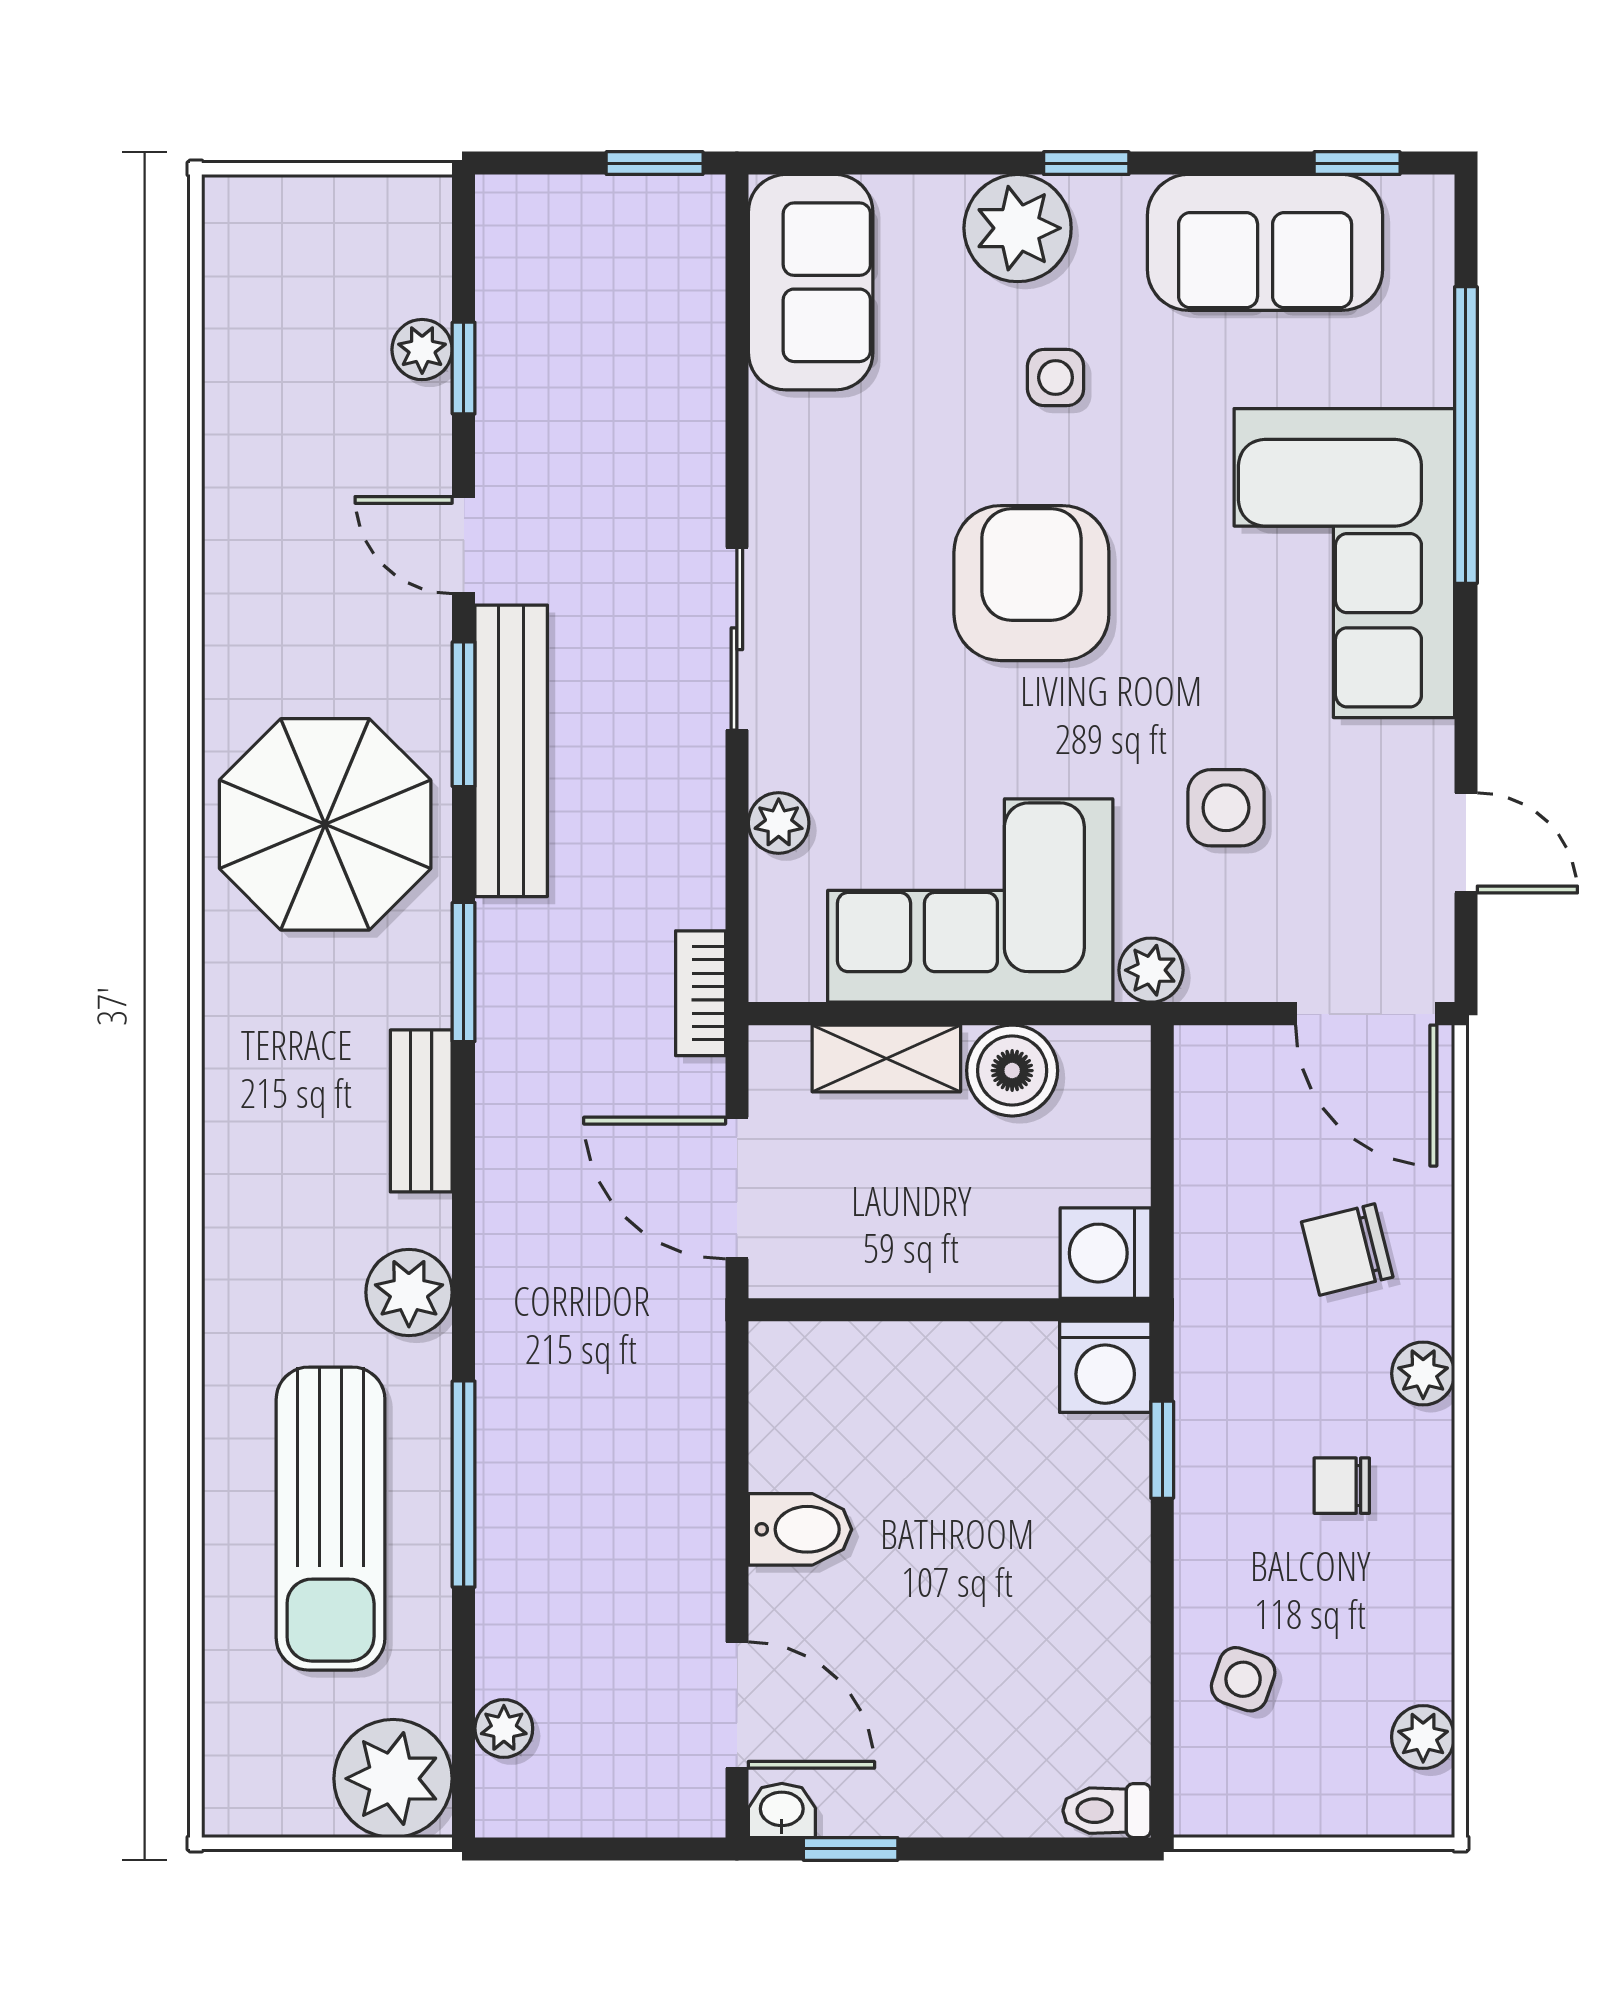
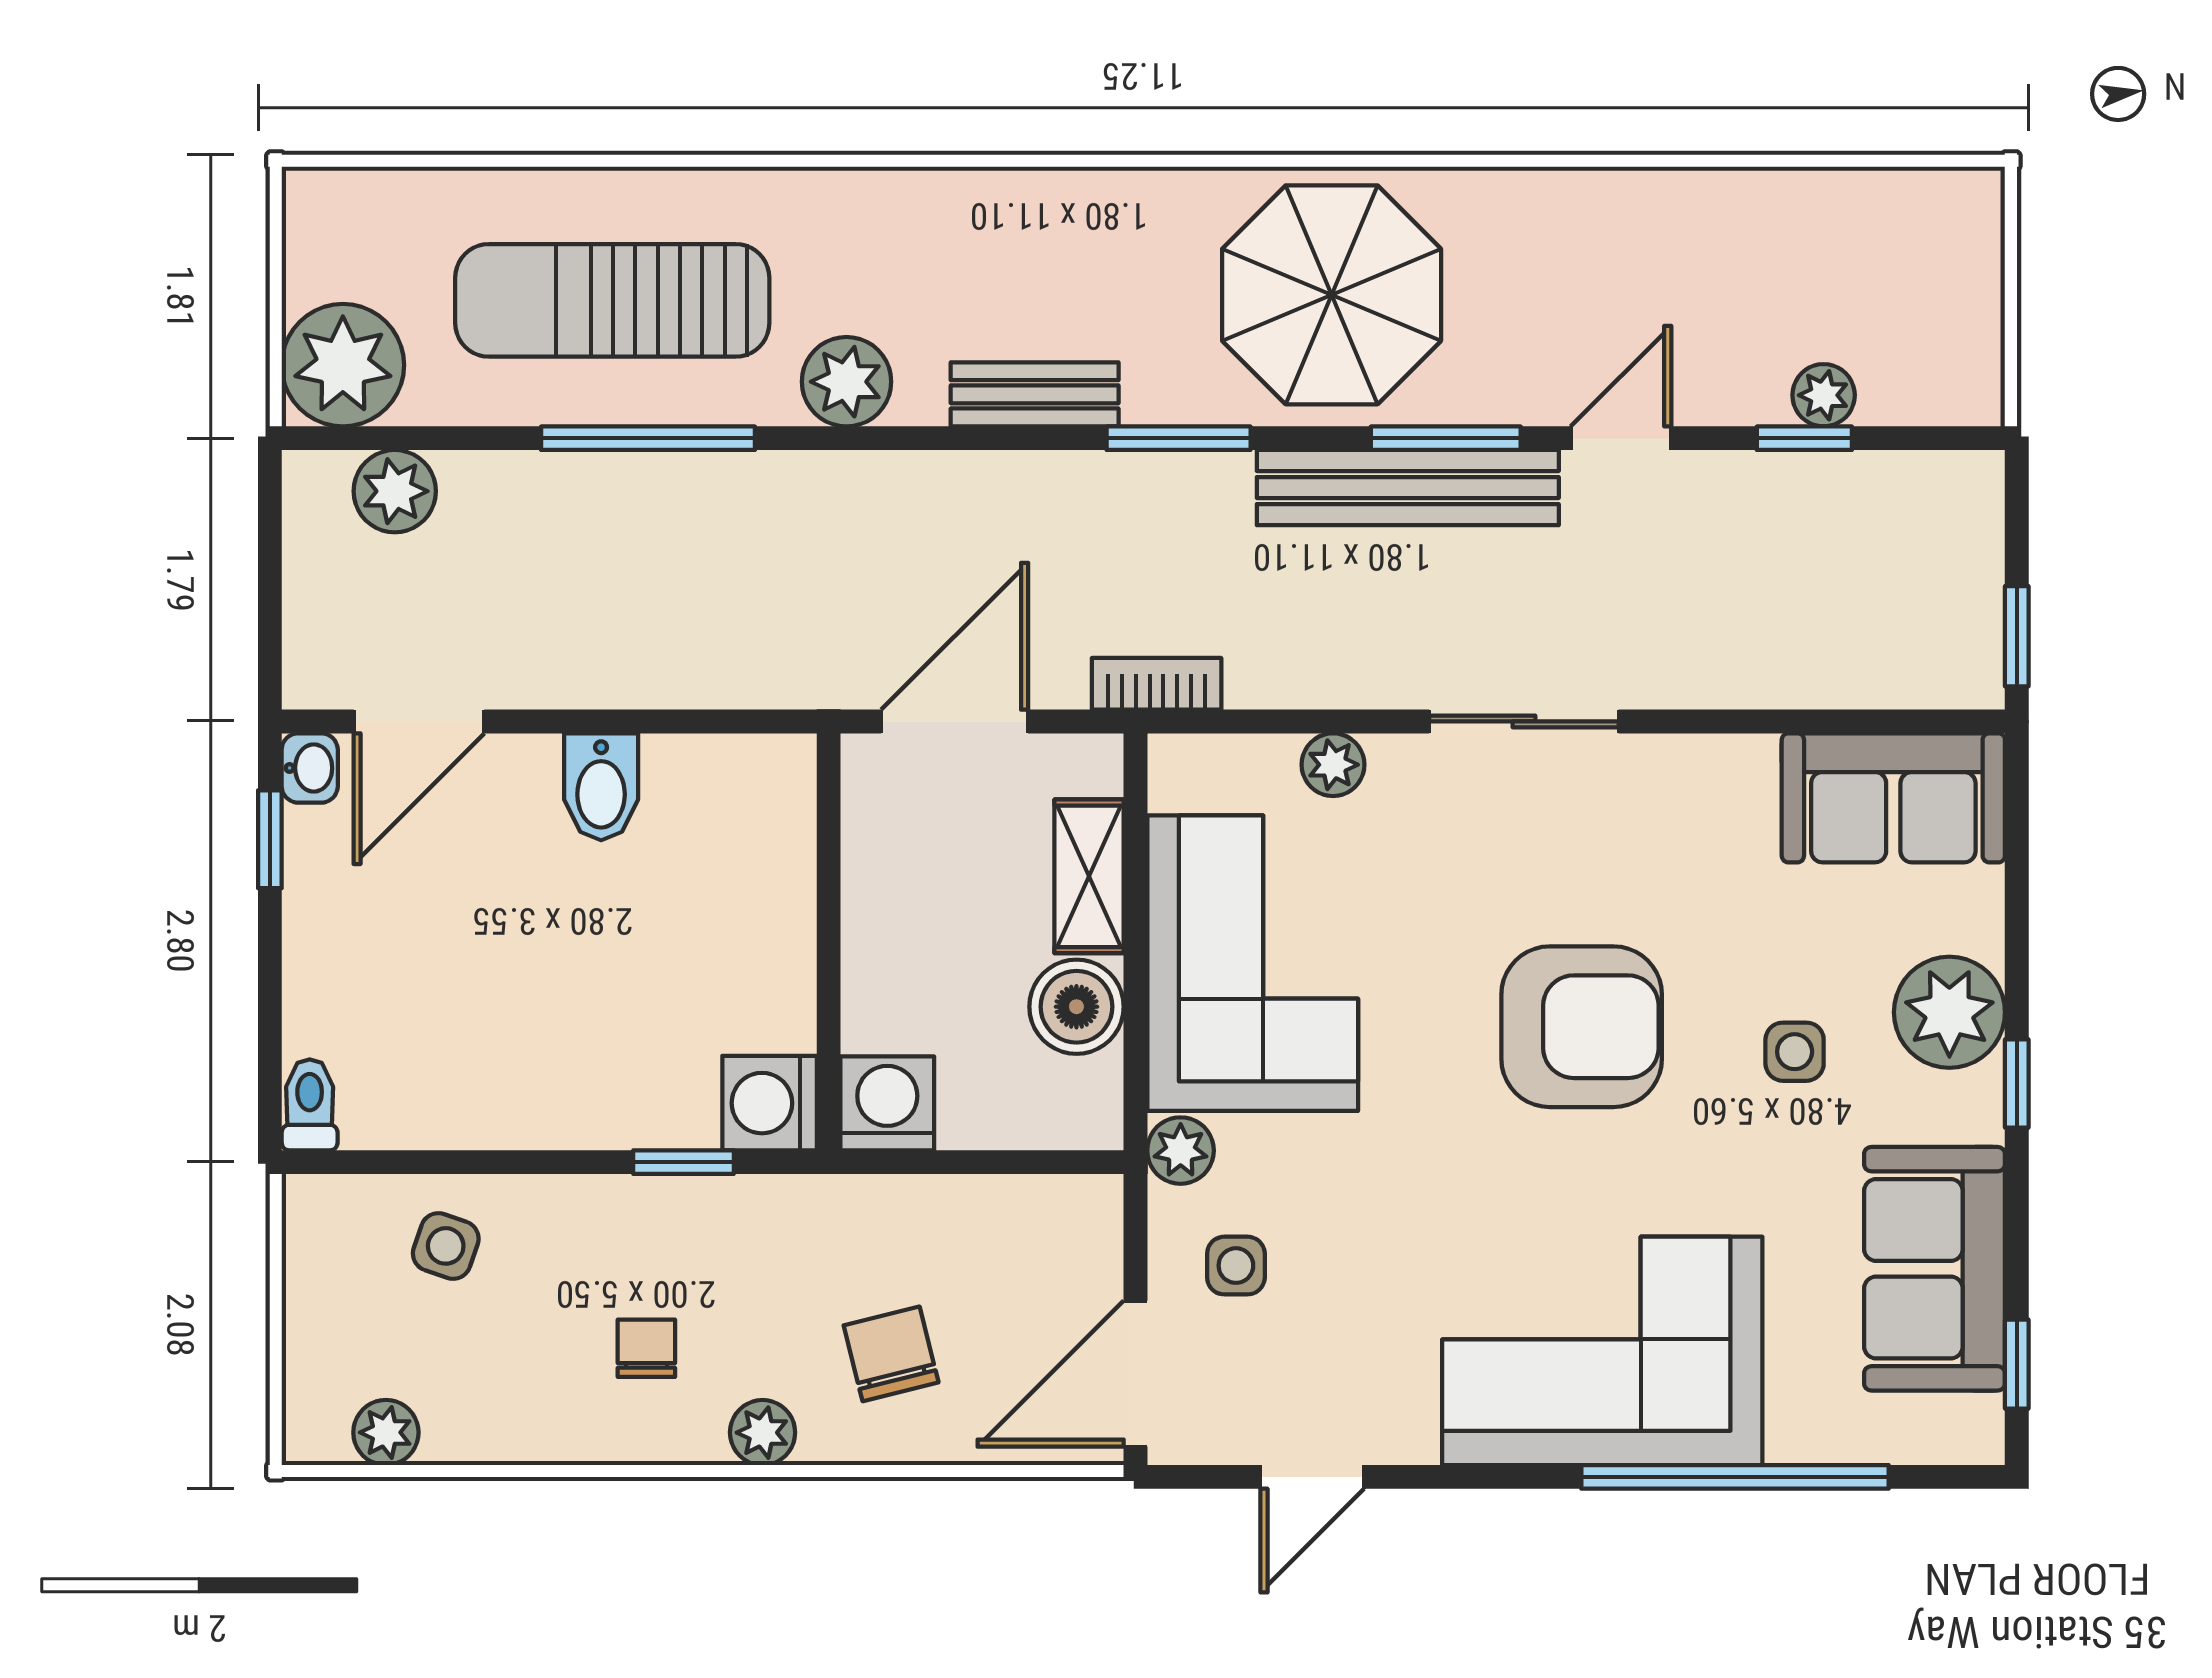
side table: (1226, 808) -> (1236, 1266), moved, width x0.73, depth x0.73
plant: (504, 1728) -> (395, 491), width x1.38, depth x1.38

